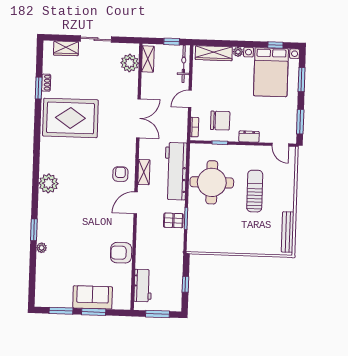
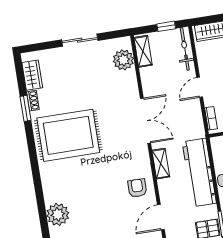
wardrobe: (66, 48) -> (32, 75), moved, turned -90
shelving: (144, 172) -> (161, 164), moved

